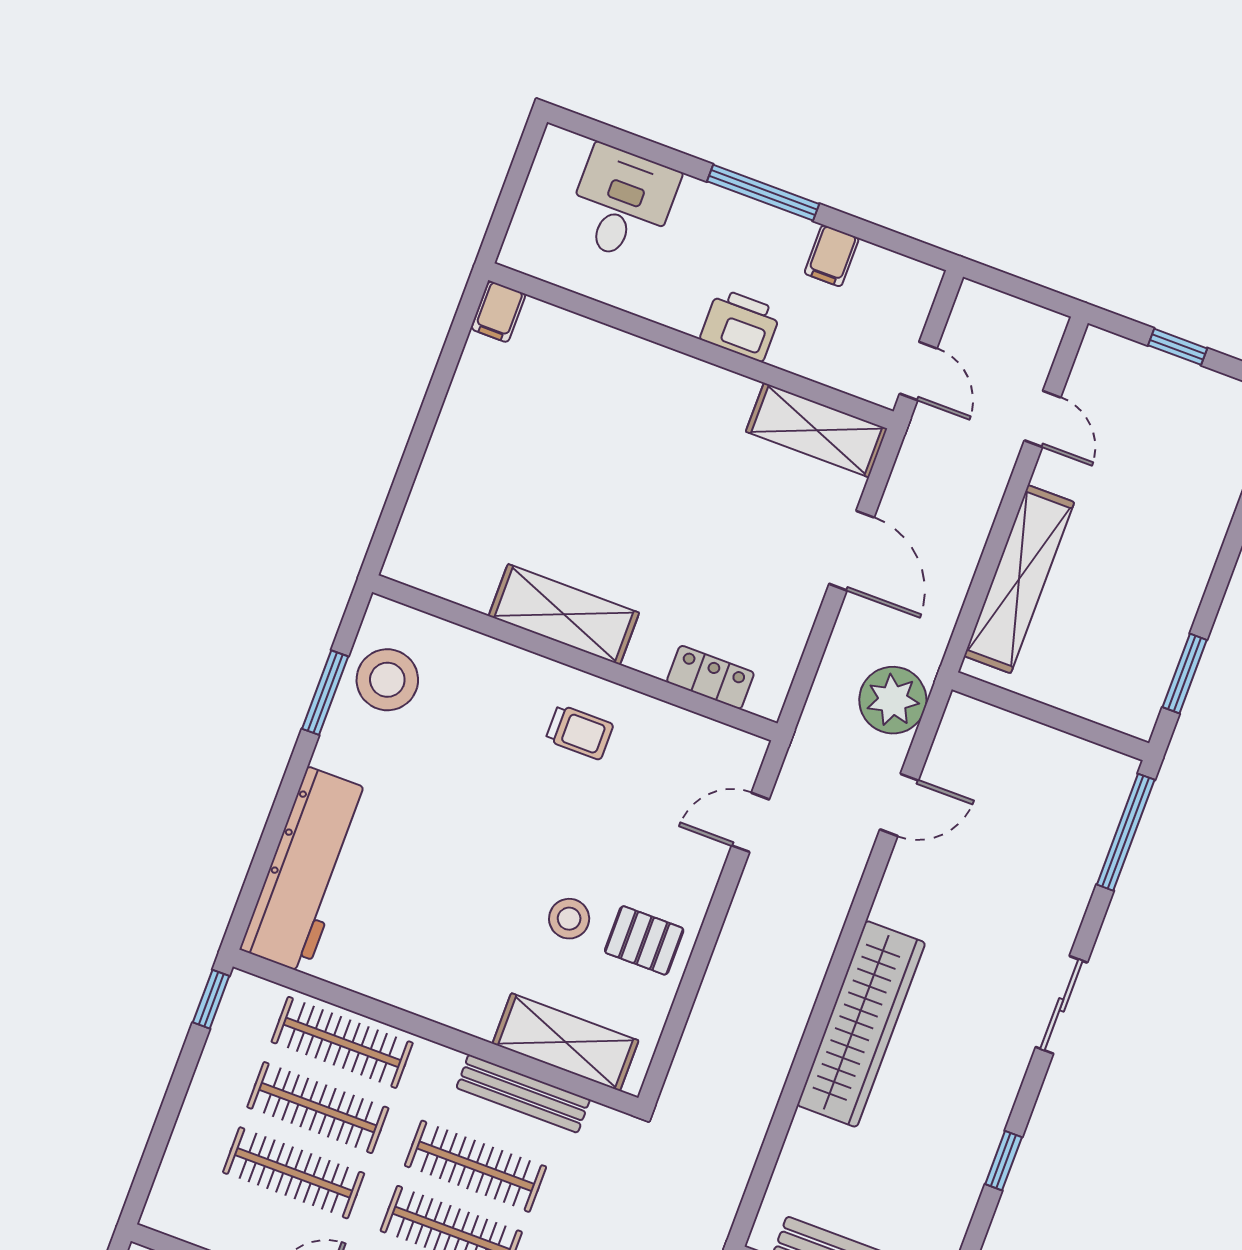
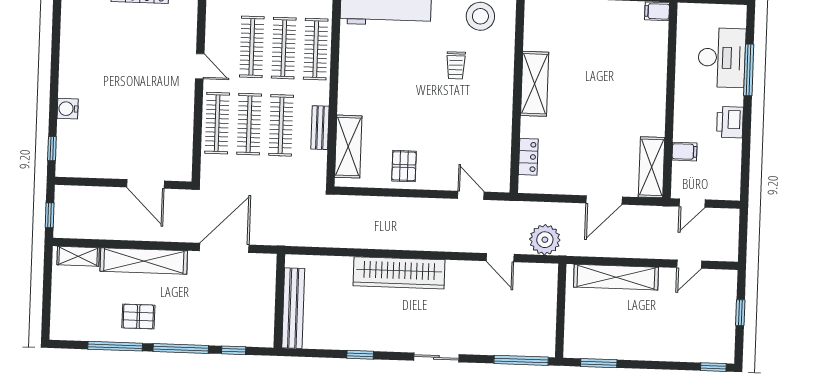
window: (763, 193) -> (749, 70), moved
desk: (622, 204) -> (722, 58), width x1.37
filing cabinet: (832, 256) -> (685, 152), moved, turned 180
printer: (741, 325) -> (730, 122), moved, turned 180
trolley: (579, 732) -> (456, 65), moved
stool: (569, 919) -> (403, 130), removed
bench: (523, 1094) -> (320, 128), width x0.73

